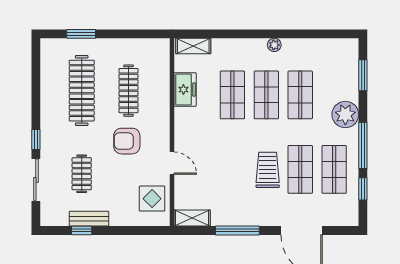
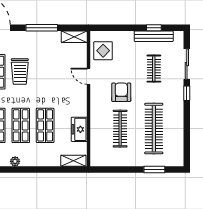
armchair: (127, 141) -> (121, 92), turned -90
bench: (89, 219) -> (154, 36), width x1.36

